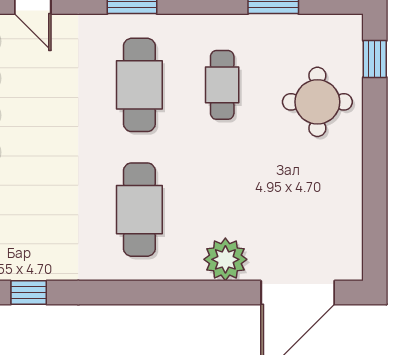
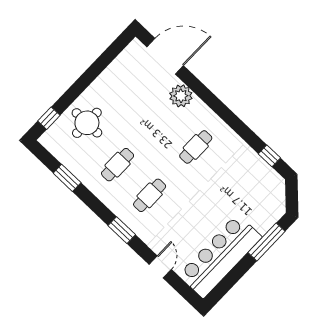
cafe table: (139, 85) -> (150, 195), width x0.73, depth x0.74
cafe table: (139, 210) -> (196, 147), width x0.73, depth x0.74

